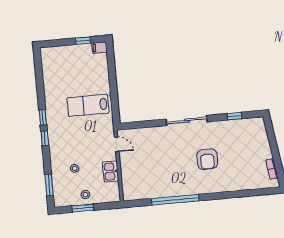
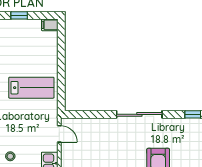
window: (83, 41) -> (19, 15), moved
lab bench: (88, 105) -> (31, 88), turned 180

